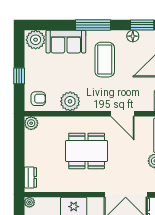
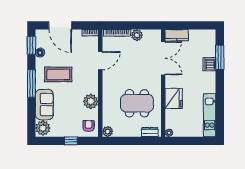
dining table: (87, 151) -> (137, 103), moved, turned 90

